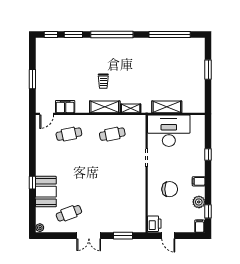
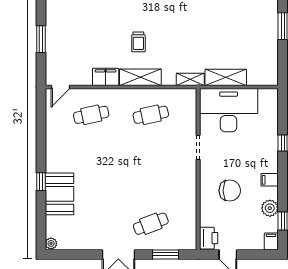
filing cabinet: (65, 107) -> (106, 77), moved
shelving: (131, 108) -> (190, 79), moved
cafe table: (69, 213) -> (151, 224), moved

